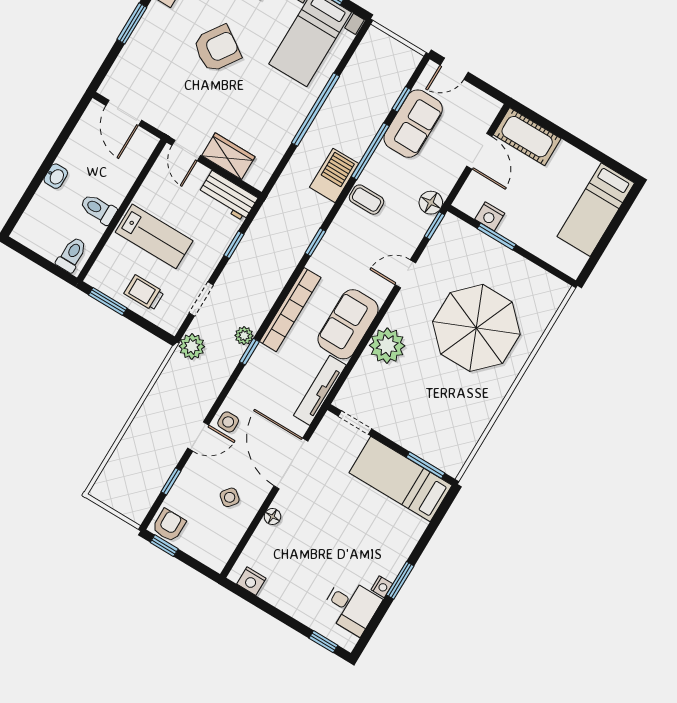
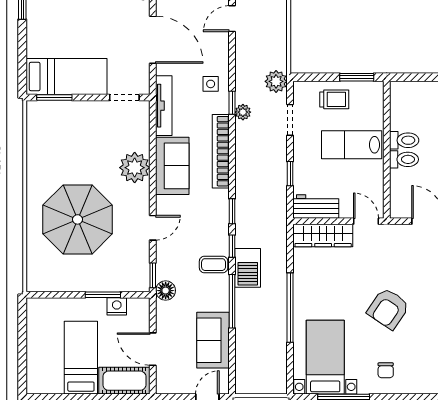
window: (402, 99) -> (232, 246), moved
wardrobe: (228, 156) -> (323, 236), width x1.50
bed: (596, 210) -> (81, 358), moved
toilet: (72, 255) -> (404, 159), moved, turned -90
side table: (228, 422) -> (211, 84), moved

